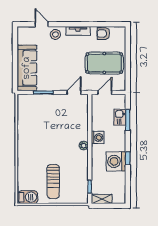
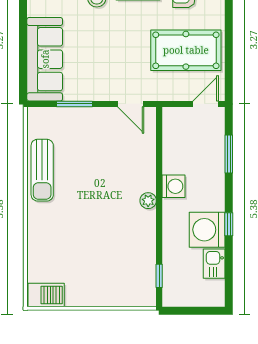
door: (74, 92) -> (131, 104), swing flipped
door: (105, 92) -> (206, 104), moved
kitchen sink: (120, 117) -> (214, 264), moved
sun lounger: (53, 182) -> (42, 170), moved
shelving: (102, 199) -> (181, 298), removed

